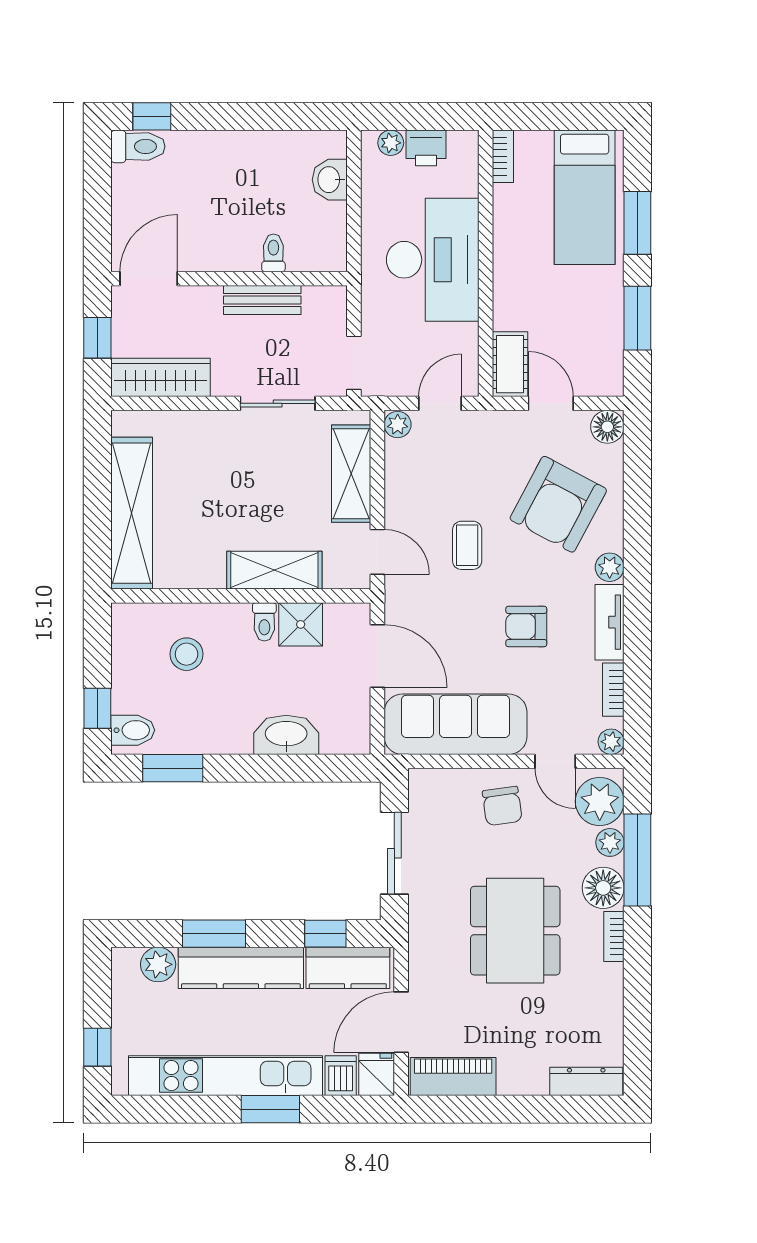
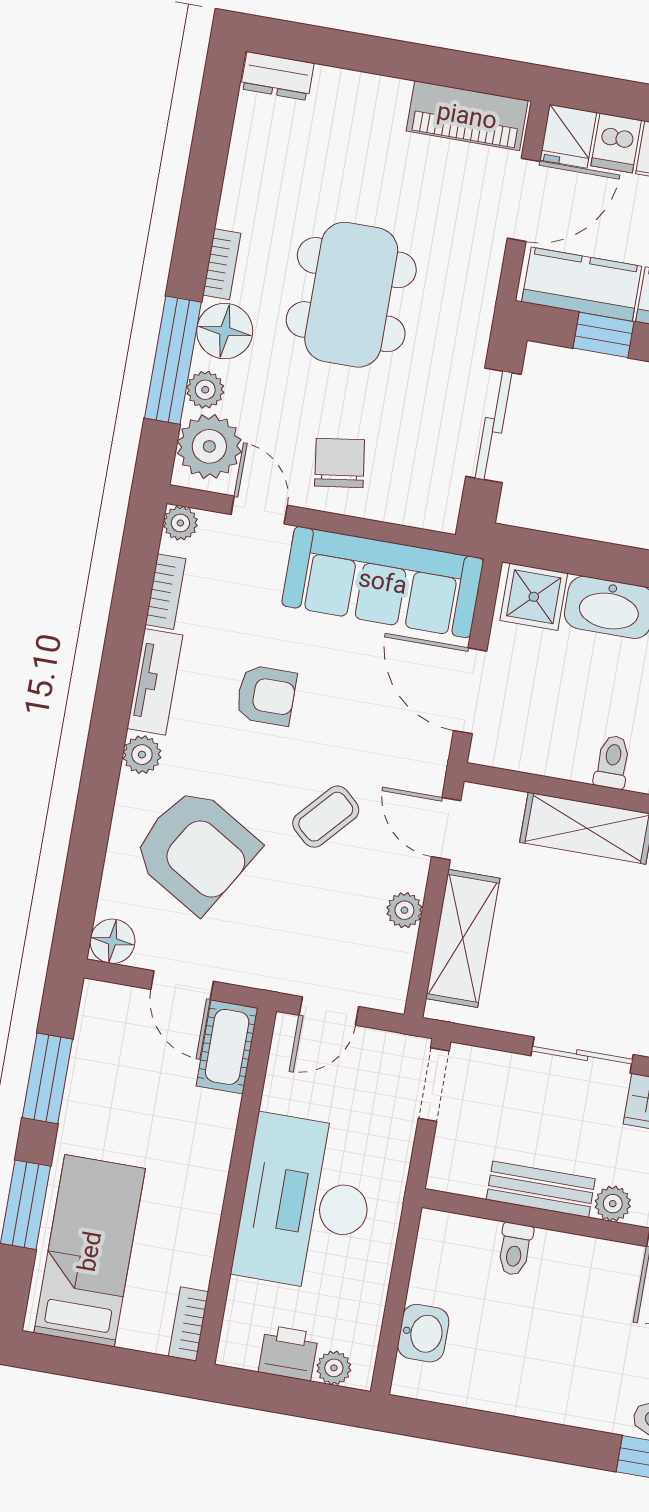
plant: (208, 299) -> (613, 1204), added
sliding door: (278, 403) -> (582, 1055), moved
plant: (398, 425) -> (404, 910), moved
armchair: (558, 504) -> (195, 850), turned 93
coffee table: (467, 545) -> (326, 817), turned 42
shower: (301, 624) -> (534, 597), moved
dresser: (586, 1081) -> (277, 76), width x0.70

